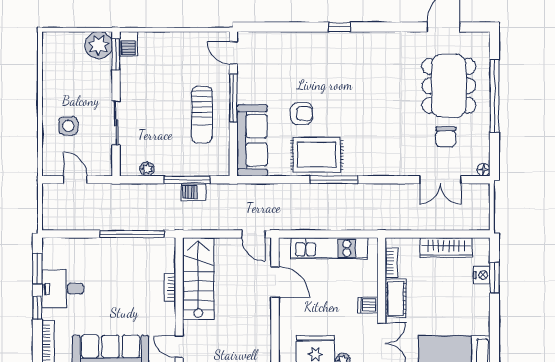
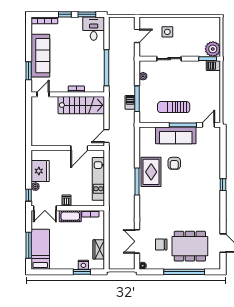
sofa: (252, 140) -> (176, 135), moved
wardrobe: (446, 248) -> (99, 249), width x0.67
desk: (63, 289) -> (94, 29), moved

